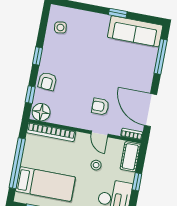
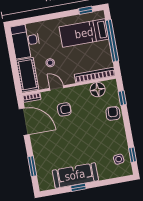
sofa: (135, 31) -> (75, 175), moved
window: (37, 56) -> (133, 155), moved
window: (161, 57) -> (32, 166), width x0.69
floor lamp: (41, 112) -> (98, 90), moved
cot: (130, 157) -> (27, 75), width x1.37, depth x1.34
window: (137, 182) -> (13, 62), removed

